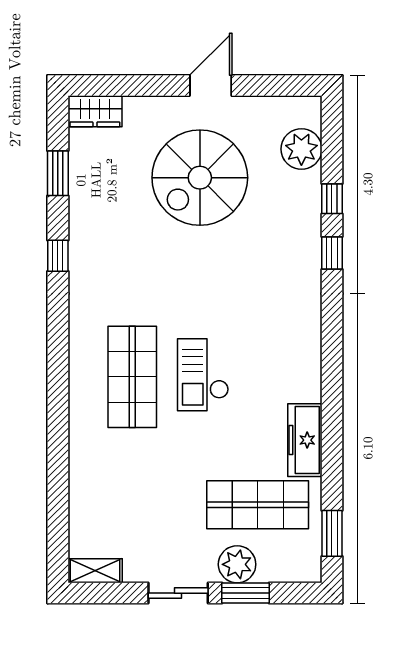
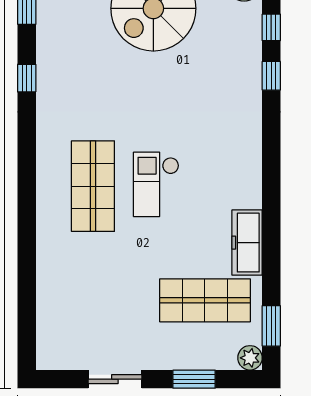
plant: (237, 564) -> (250, 358), moved, width x0.73, depth x0.73
shelving: (95, 571) -> (60, 359), removed
sliding door: (178, 593) -> (115, 379), moved

